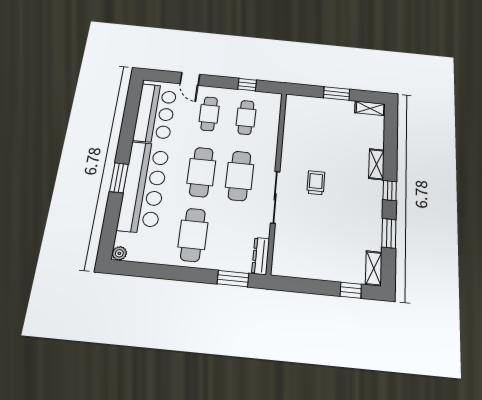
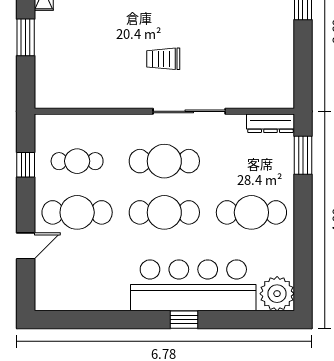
bar counter: (155, 113) -> (85, 286), removed
cafe table: (209, 114) -> (77, 212), width x1.37, depth x1.35
window: (119, 178) -> (184, 320), width x0.67
plant: (119, 253) -> (277, 294), width x1.88, depth x1.88

